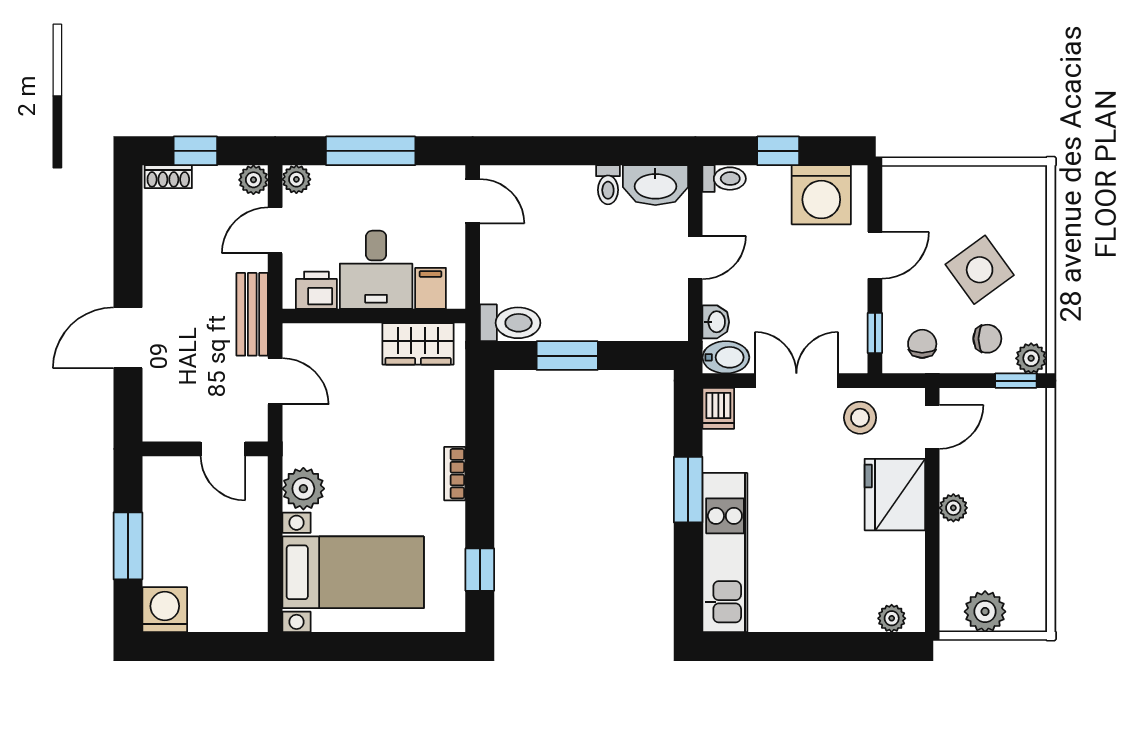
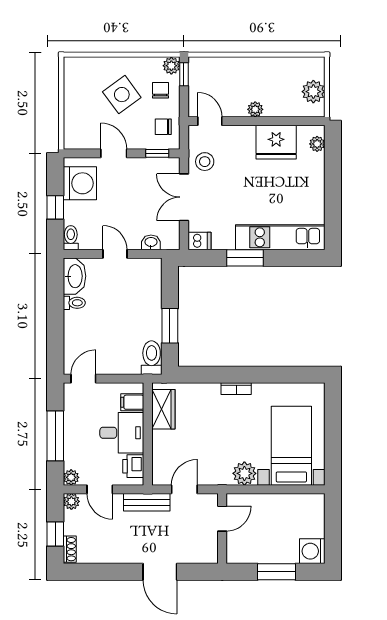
bidet: (726, 357) -> (171, 237), removed
fridge: (895, 495) -> (276, 142), moved
window: (480, 570) -> (290, 375), removed

